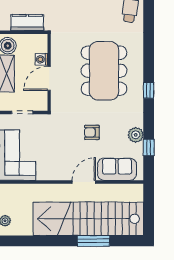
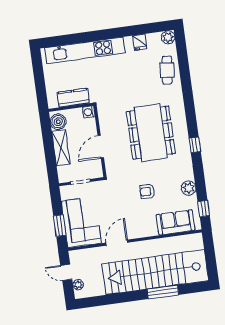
washing machine: (42, 59) -> (89, 112), moved
window: (149, 147) -> (204, 209), moved
door: (84, 182) -> (117, 243), moved

